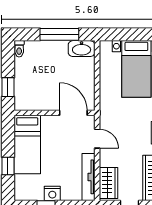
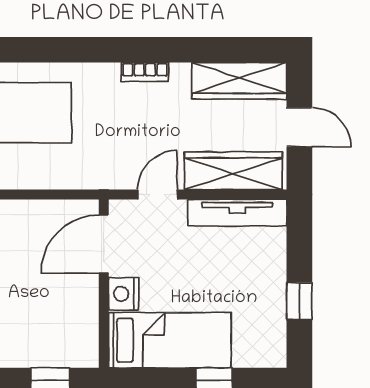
wardrobe: (109, 183) -> (233, 171), width x1.50
nightstand: (52, 193) -> (124, 294), moved, turned 180

